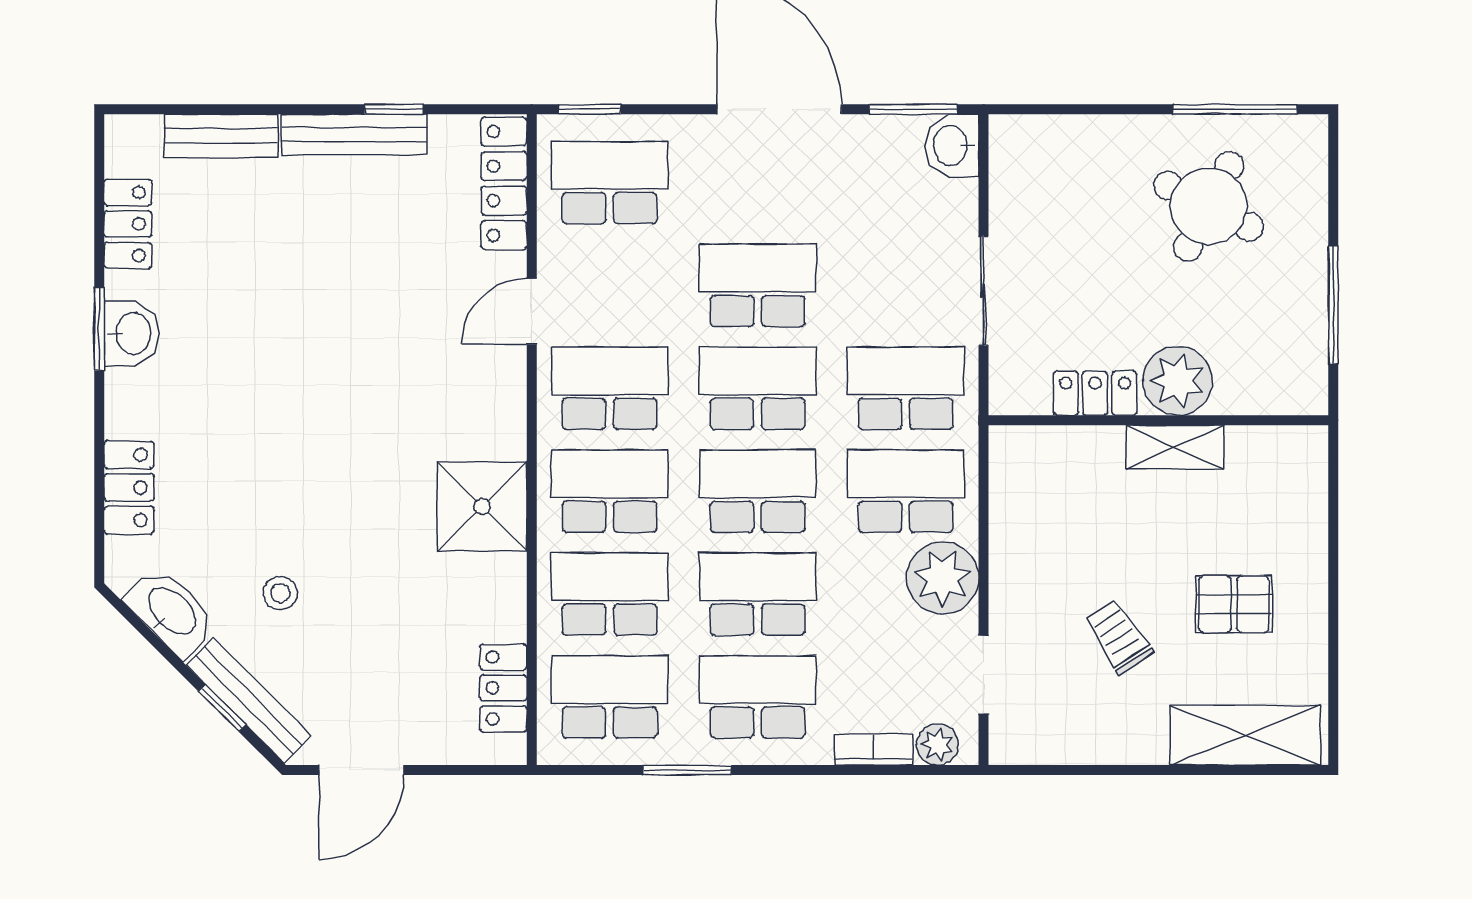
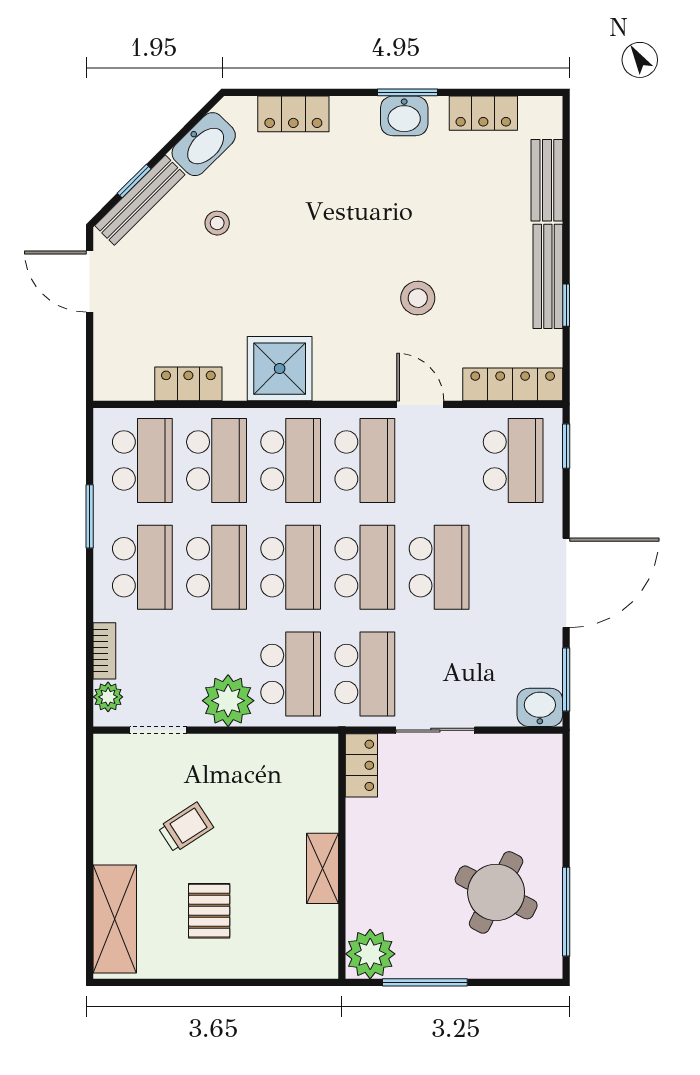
stool: (384, 315) -> (418, 298), added
plant: (1178, 381) -> (370, 954), moved
locker: (1095, 393) -> (361, 765), moved
locker: (503, 688) -> (188, 384), moved

